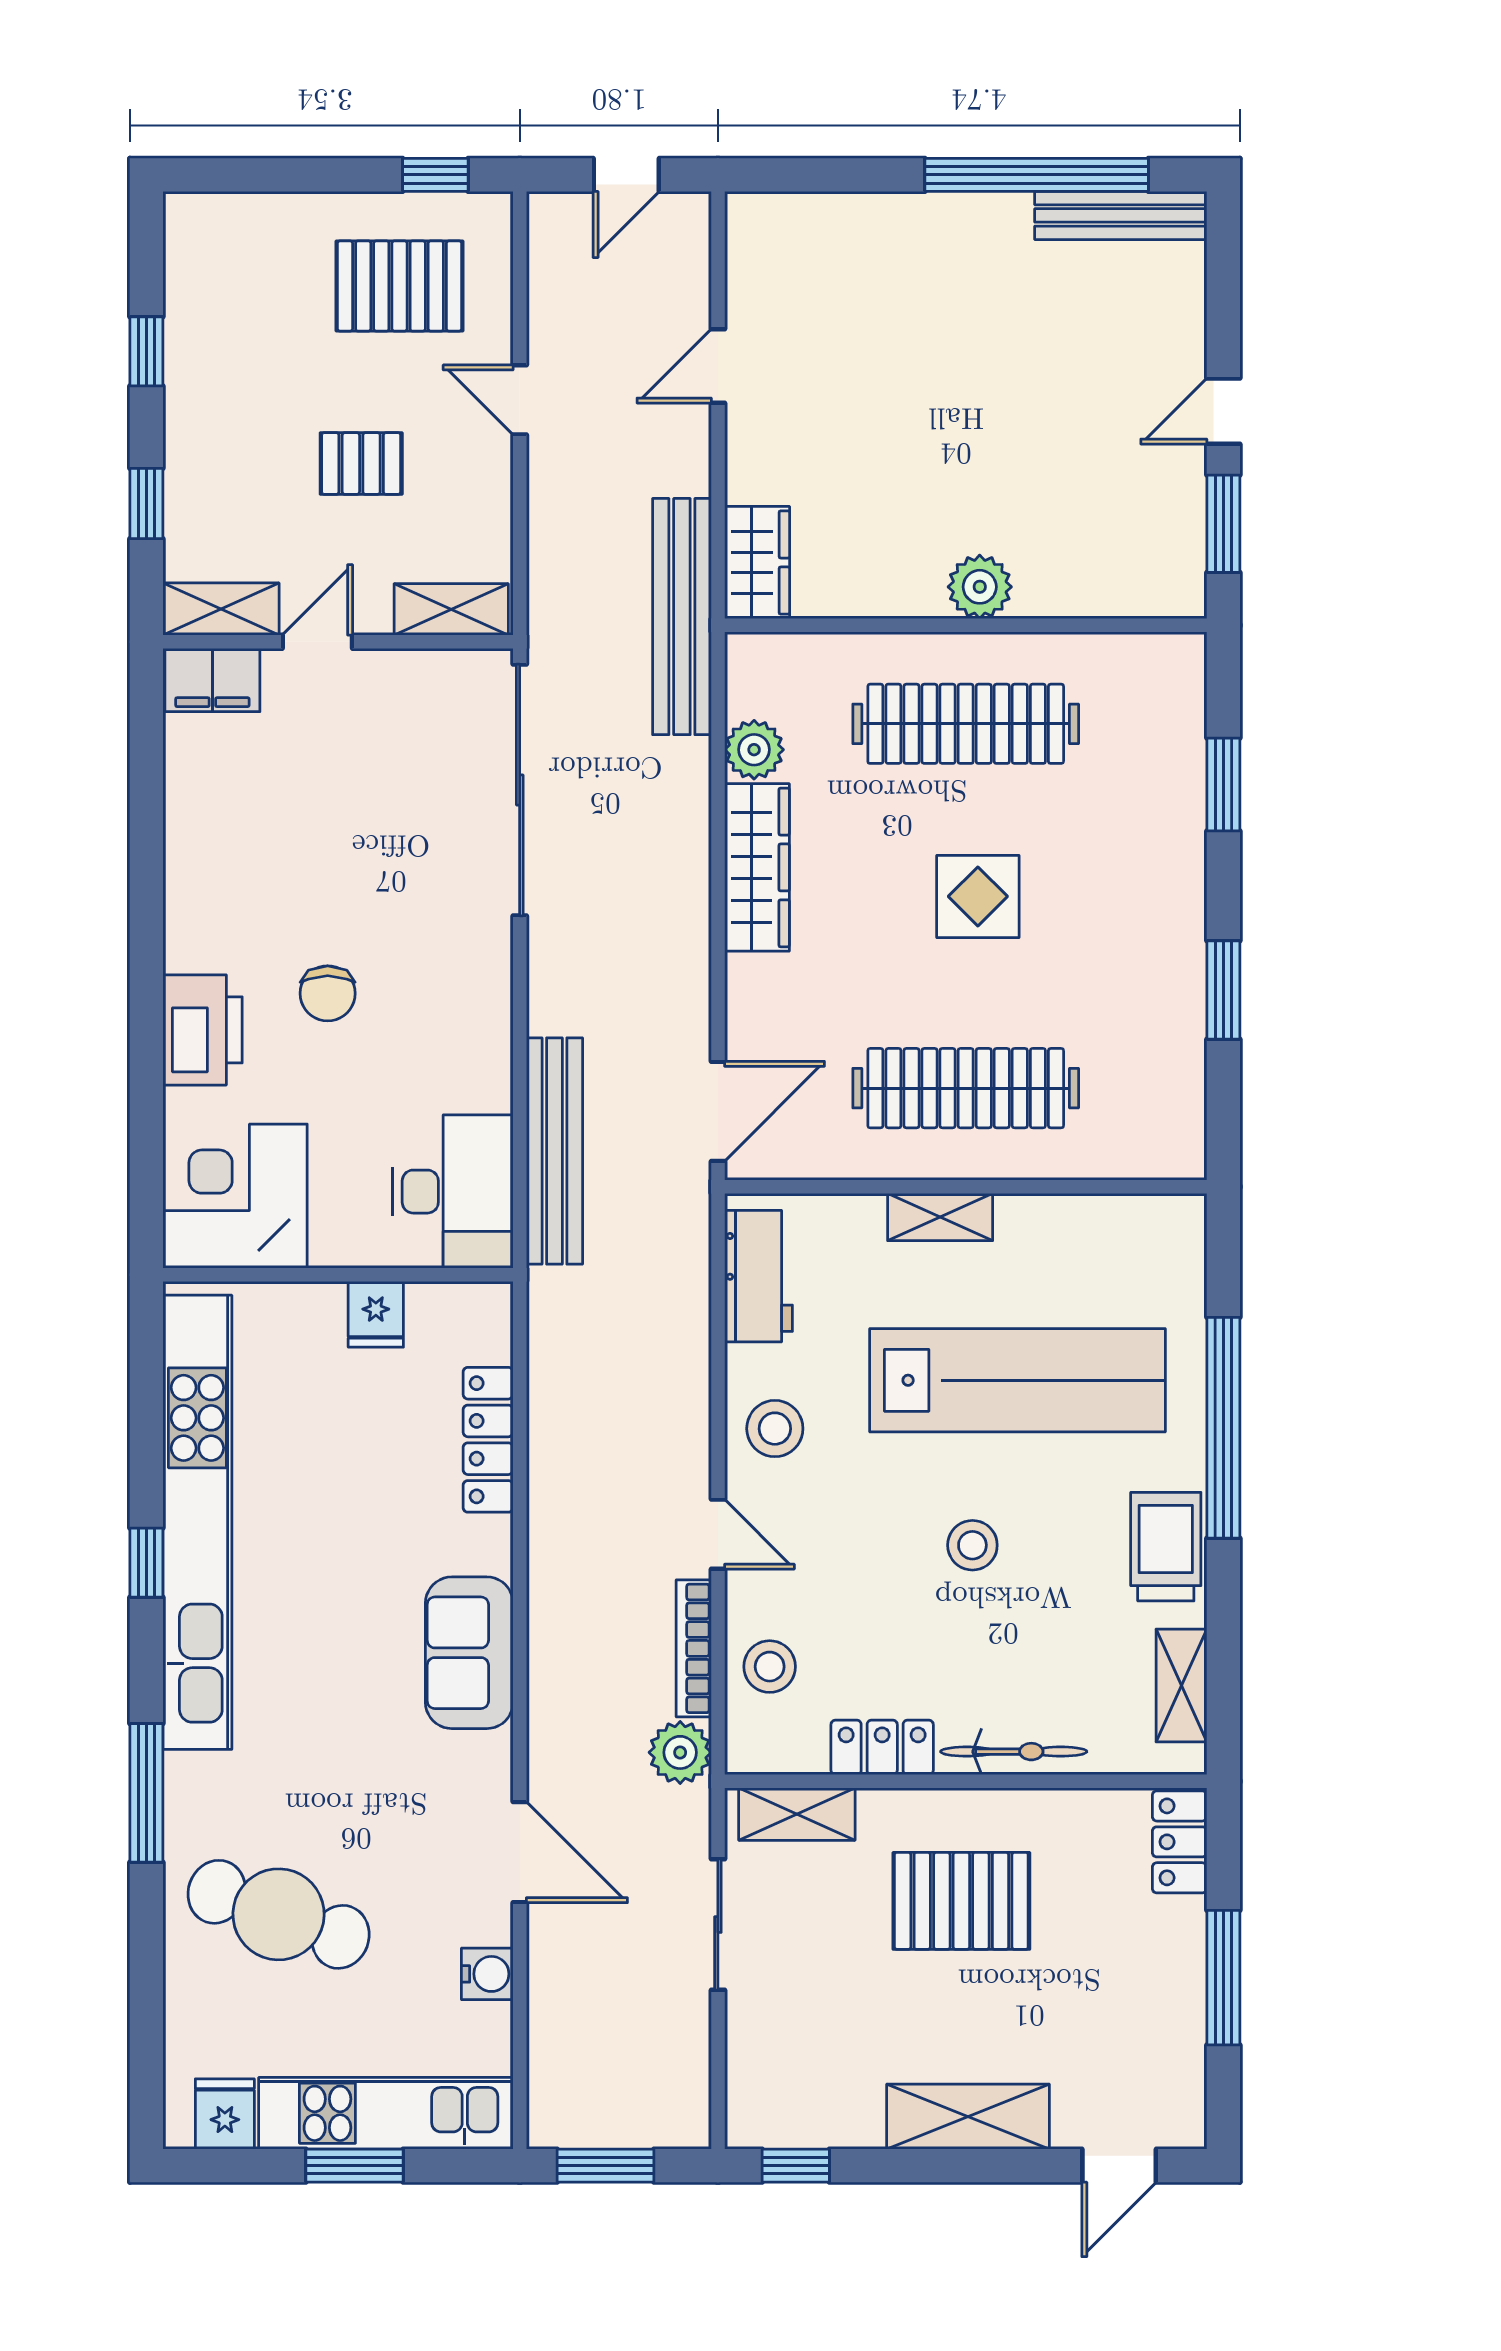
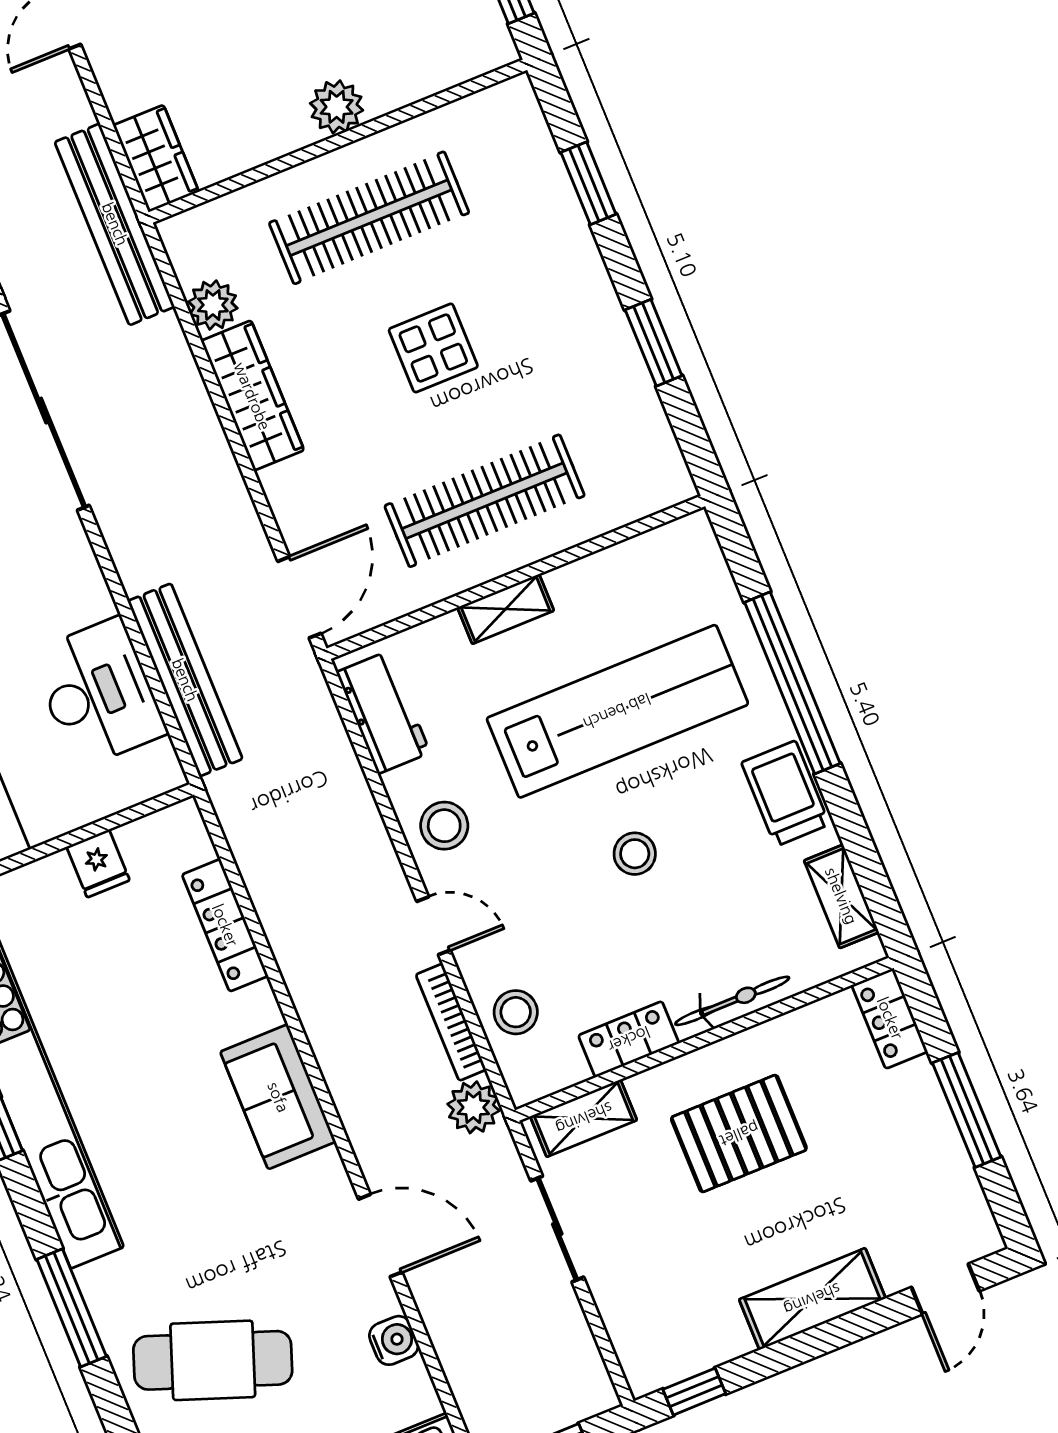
desk: (453, 1192) -> (98, 693), moved

